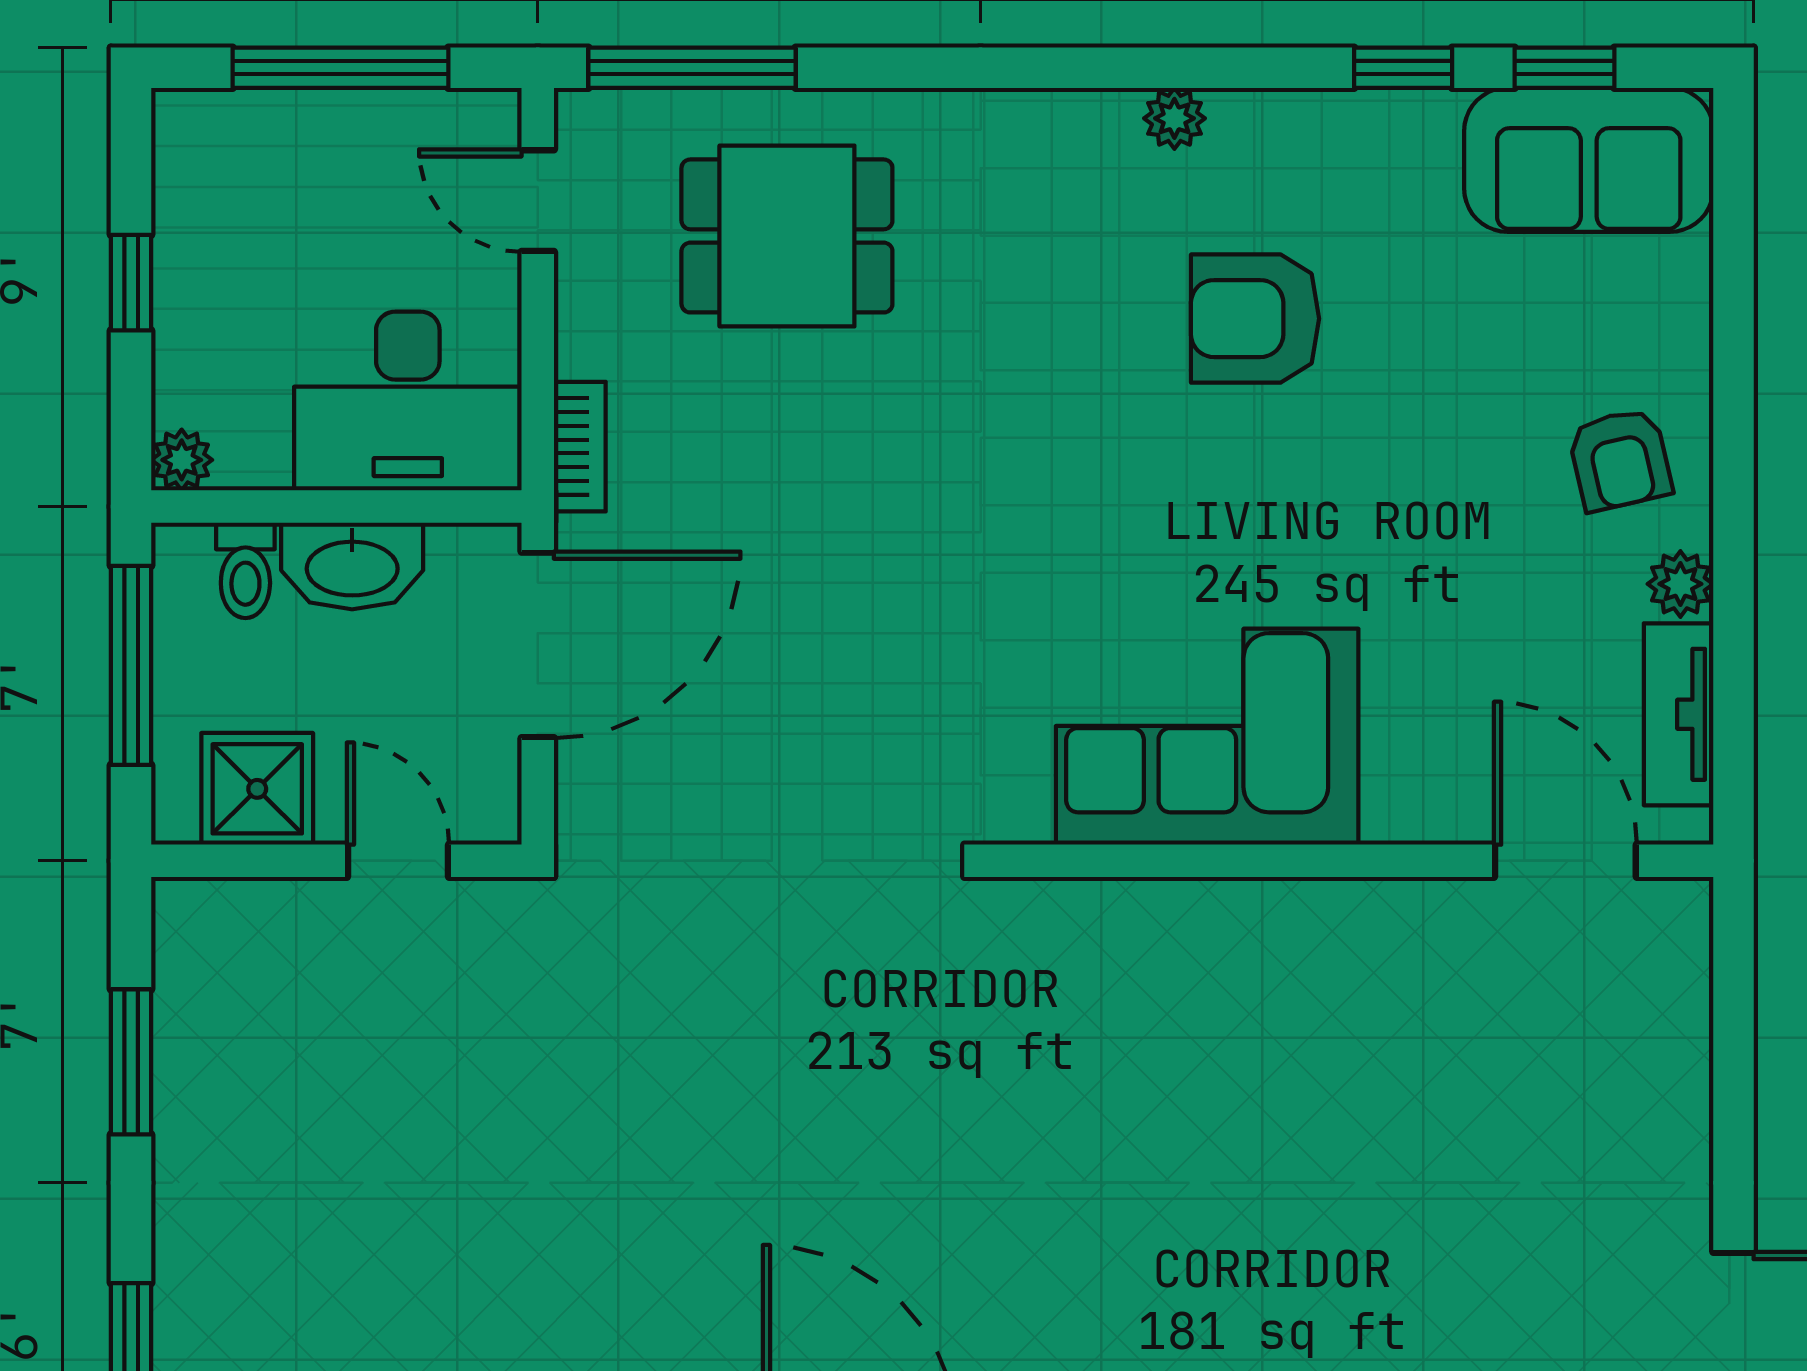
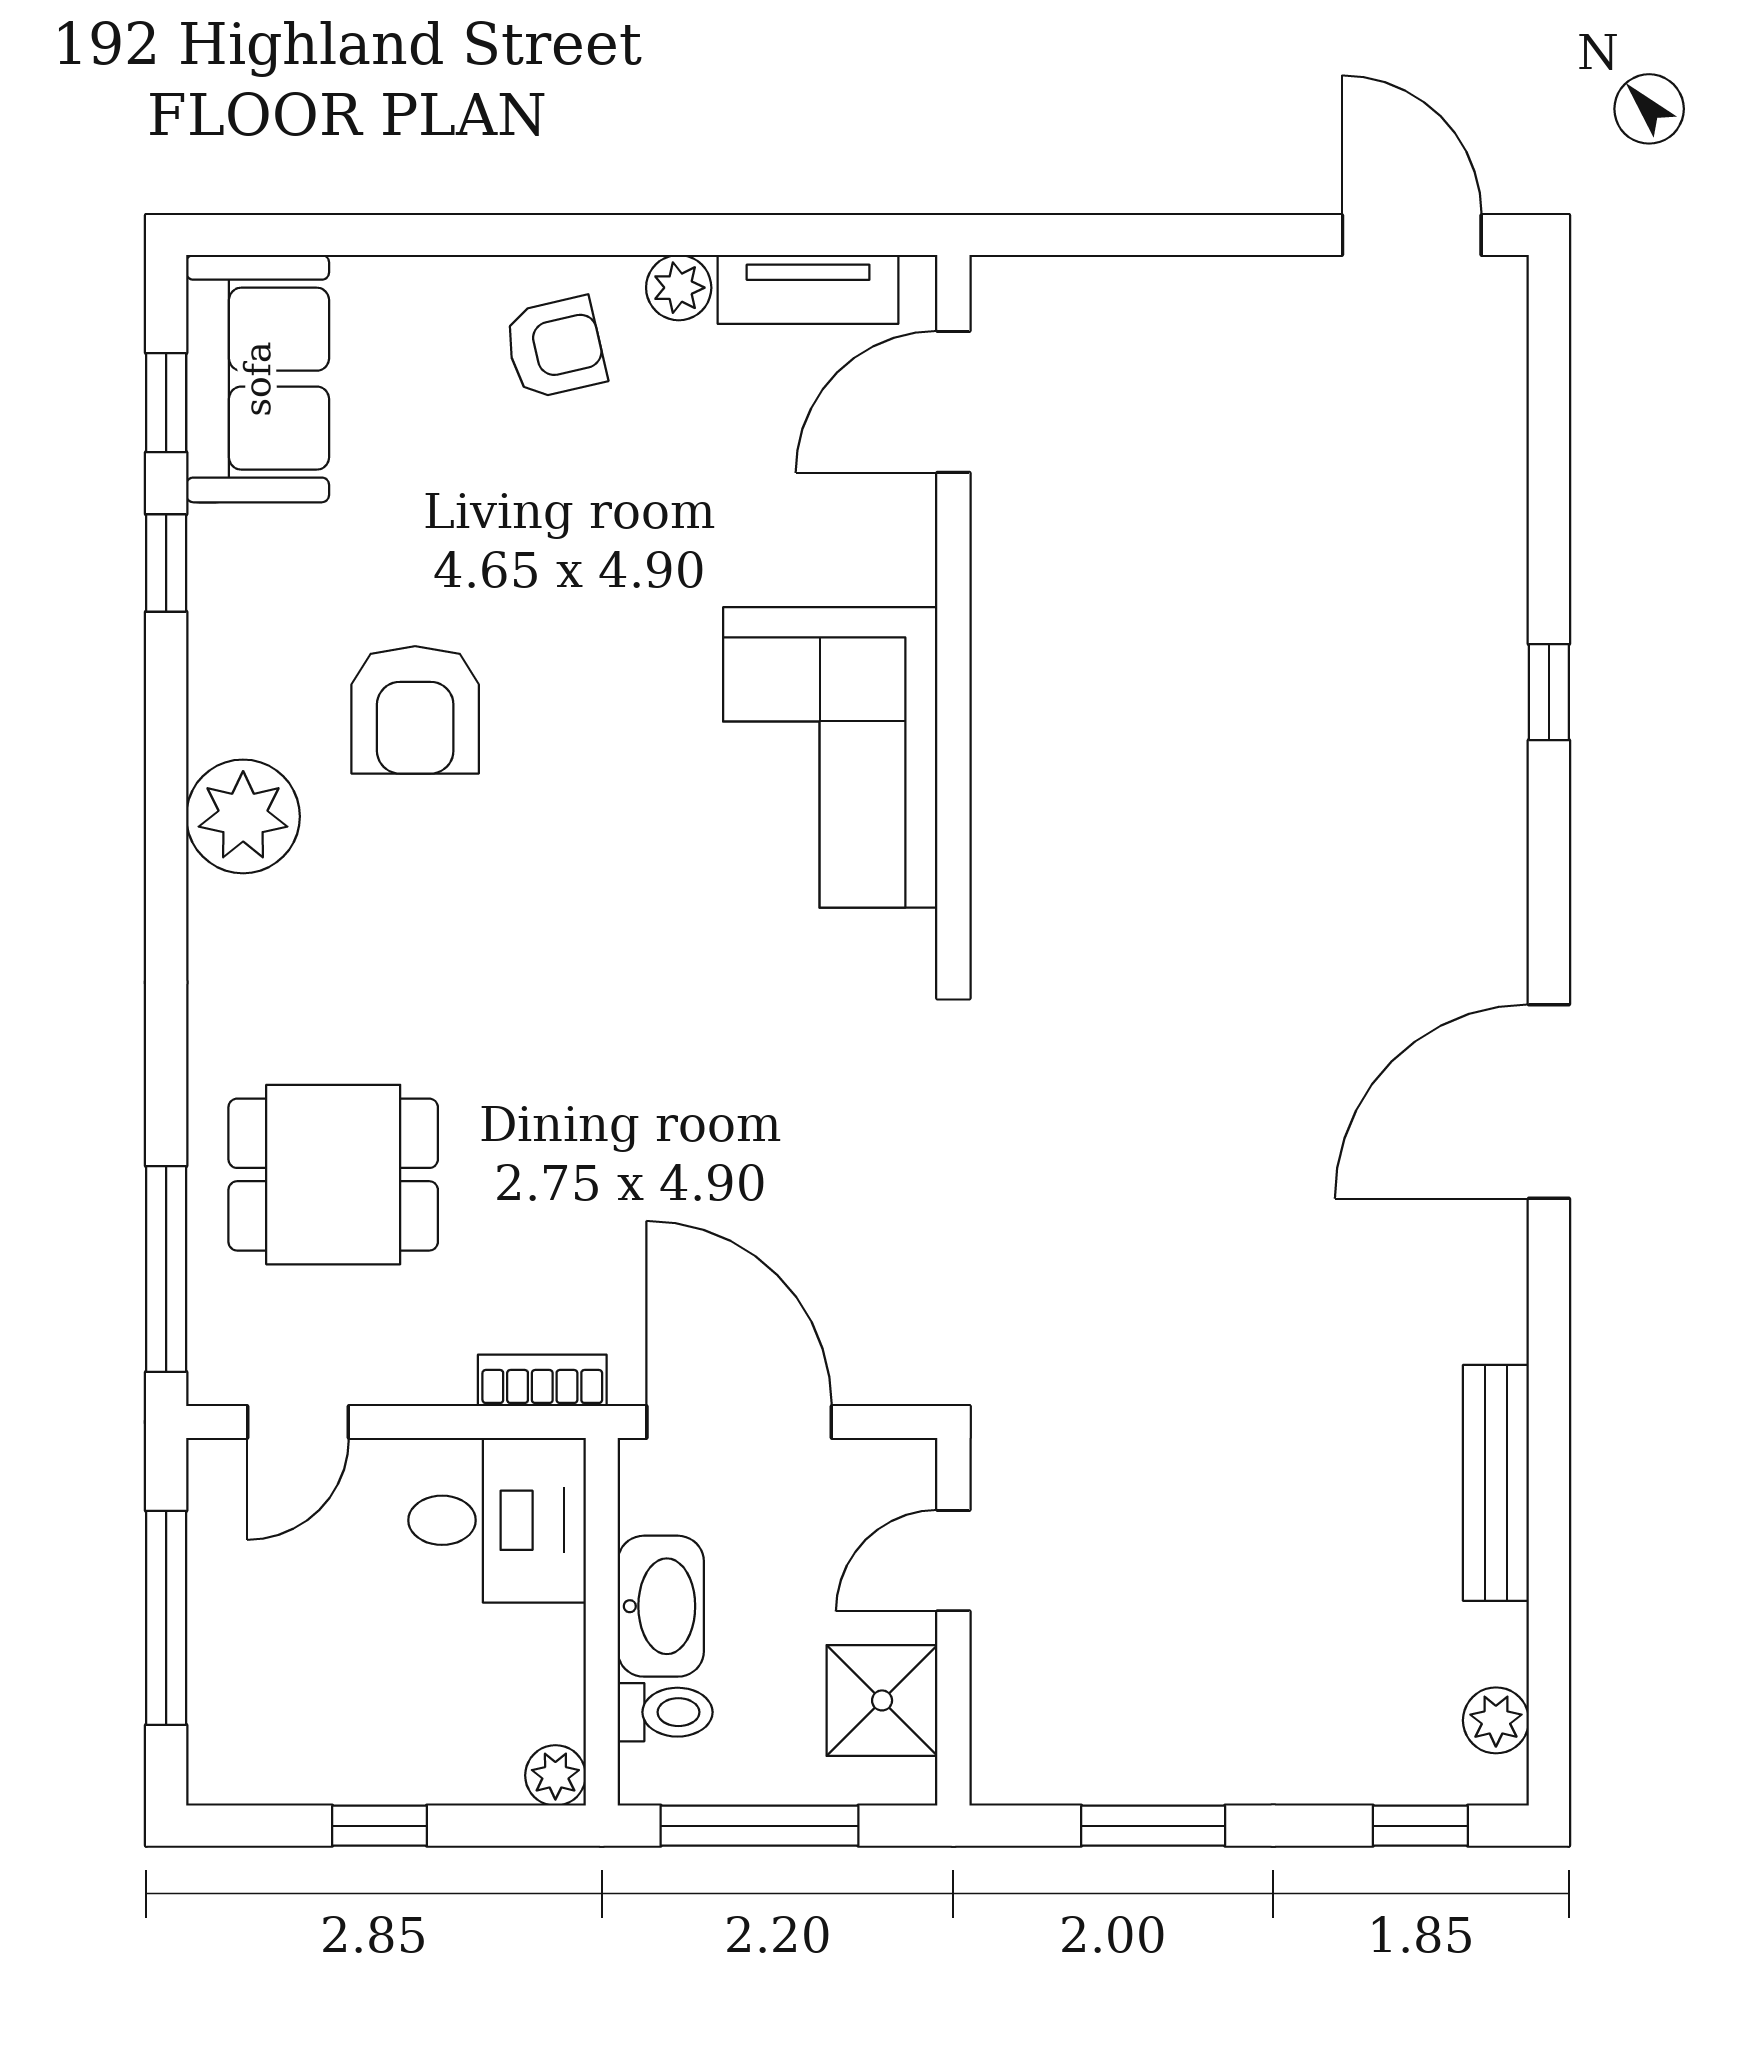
plant: (1174, 118) -> (243, 816), width x1.87, depth x1.87
dining table: (787, 236) -> (333, 1175), turned 90
desk: (408, 401) -> (497, 1520), width x0.73

